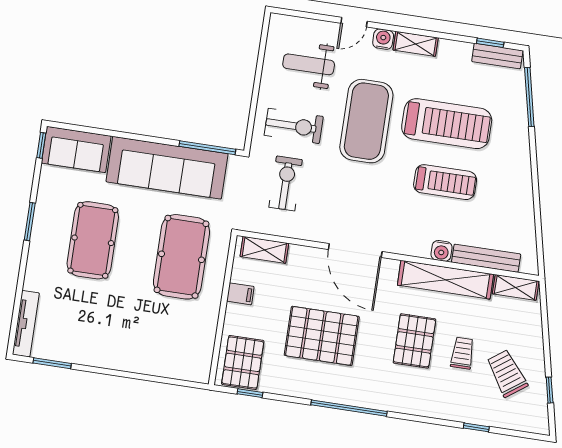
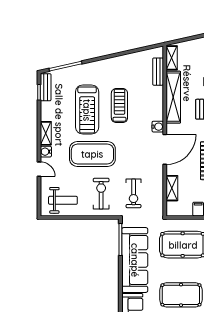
weight bench: (309, 64) -> (63, 200), moved, turned -90
treadmill: (447, 124) -> (87, 110), turned 180
exercise bike: (286, 183) -> (134, 193), turned -90
shelving: (264, 250) -> (172, 188), moved
water cooler: (441, 251) -> (158, 127), moved
bench: (486, 258) -> (158, 72), width x0.73

